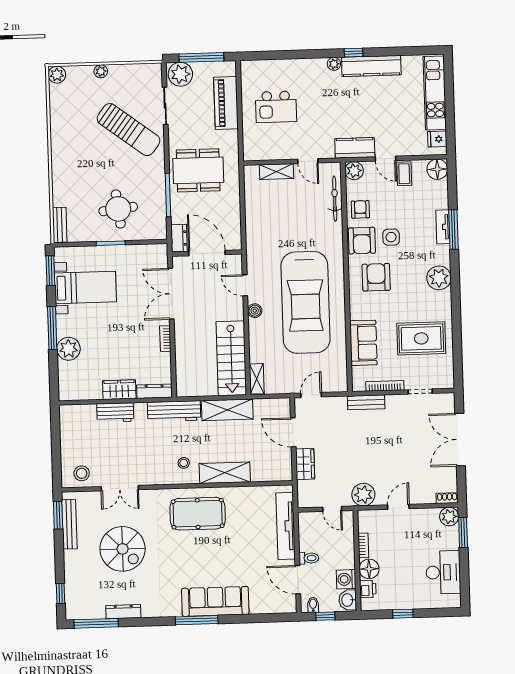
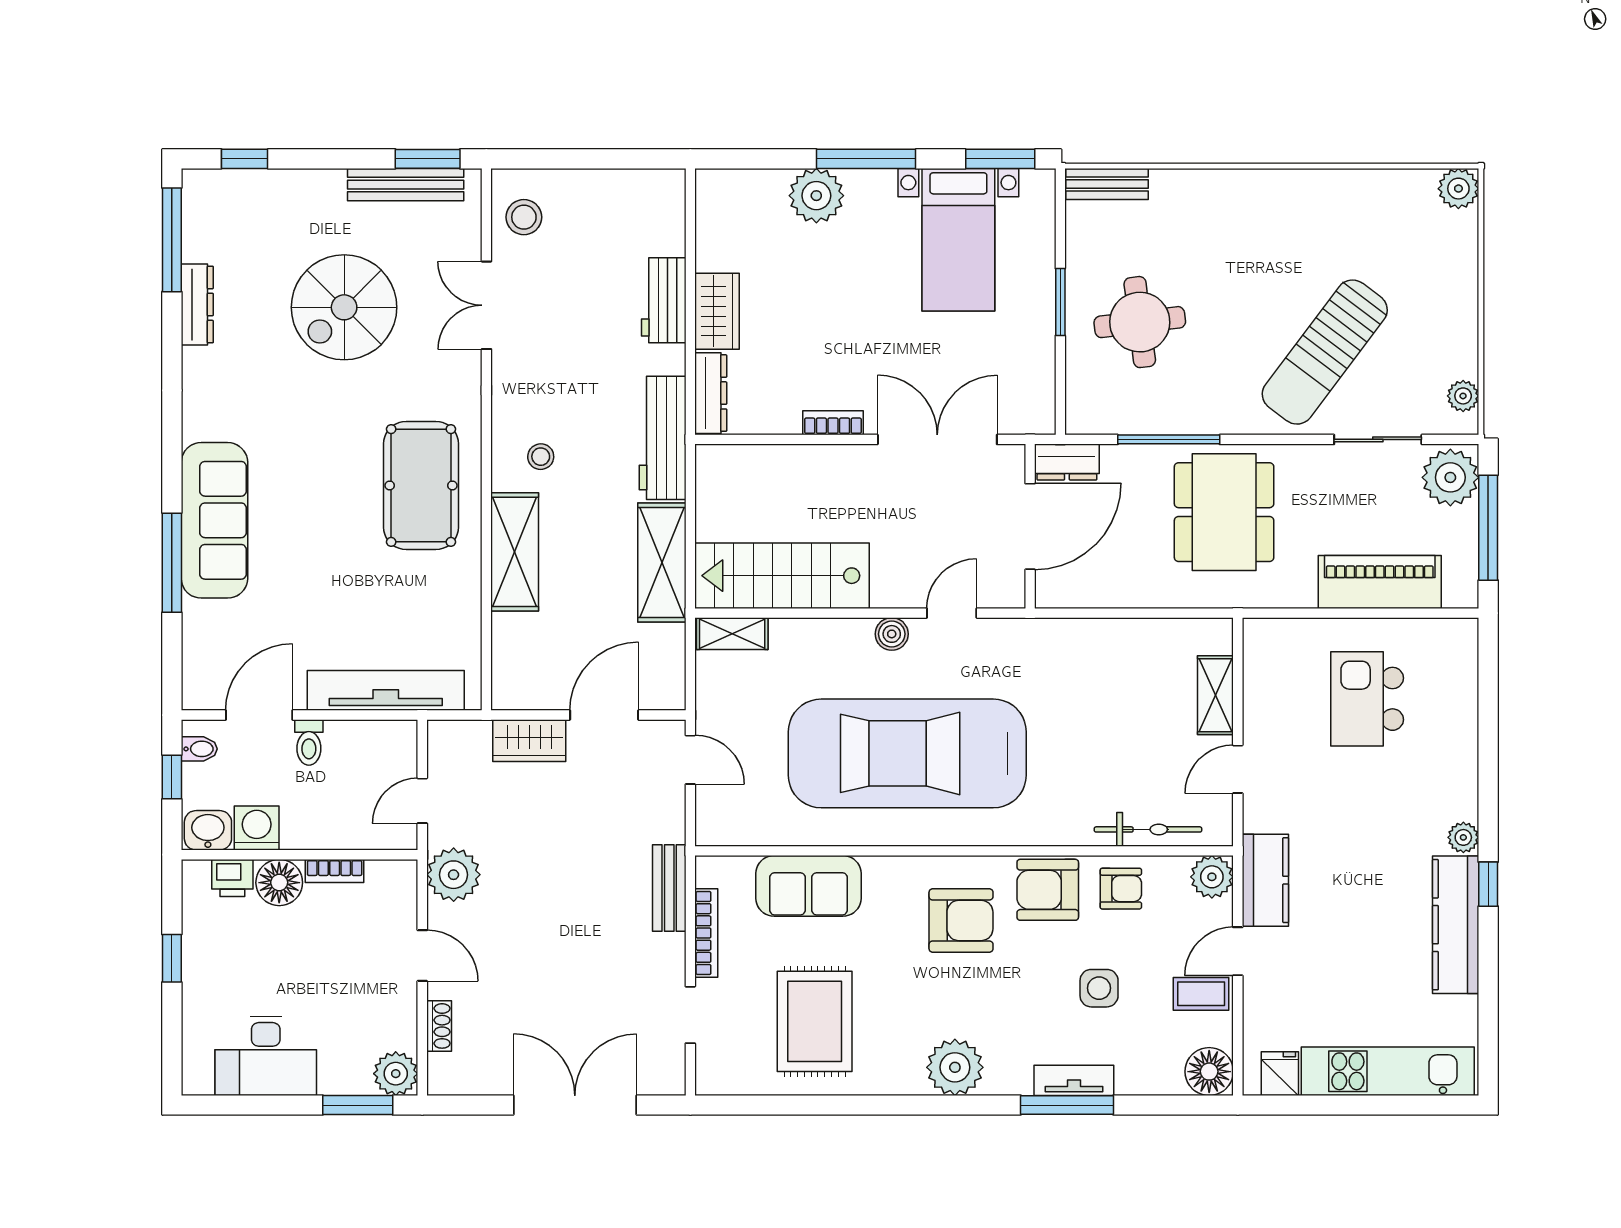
plant: (101, 71) -> (1463, 396), moved
side table: (391, 237) -> (1099, 988), moved
shoe rack: (447, 498) -> (439, 1026), moved
window: (197, 620) -> (172, 563), moved

